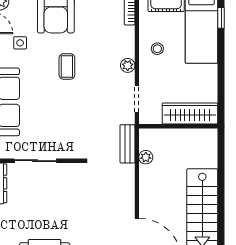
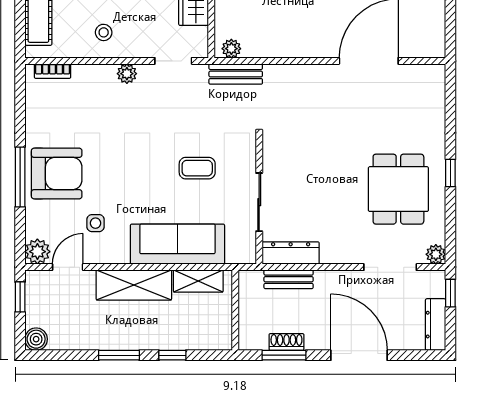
coffee table: (67, 66) -> (197, 168), moved
plant: (146, 157) -> (231, 49), moved

